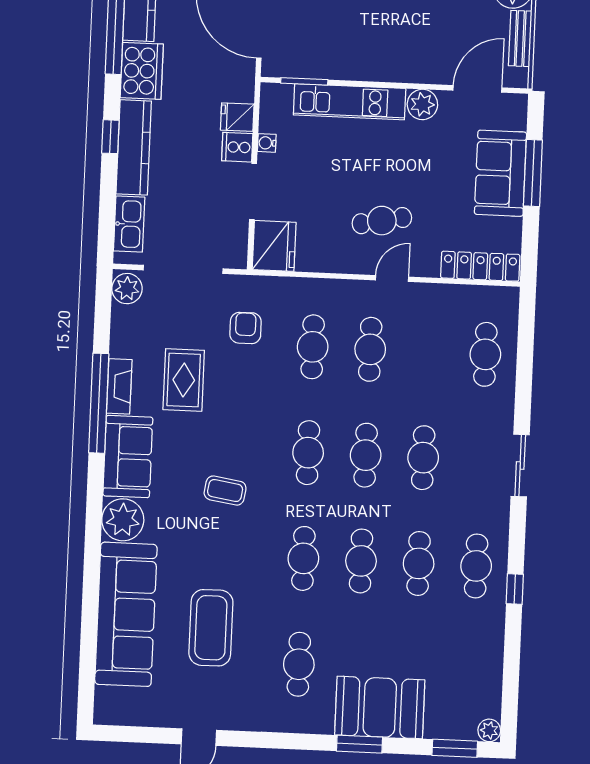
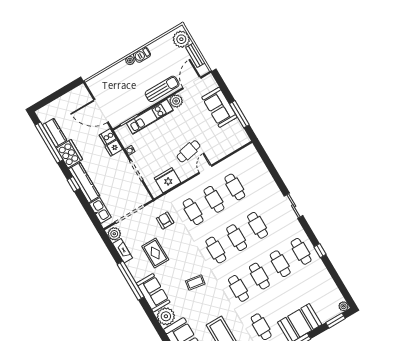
sun lounger: (410, 62) -> (162, 89), added
cooker: (237, 147) -> (108, 137), moved
window: (533, 173) -> (239, 114), moved
fridge: (274, 246) -> (167, 180), moved, turned -90
locker: (480, 266) -> (234, 145), removed
cafe table: (485, 354) -> (235, 187), moved
fireplace: (119, 386) -> (123, 251), moved

